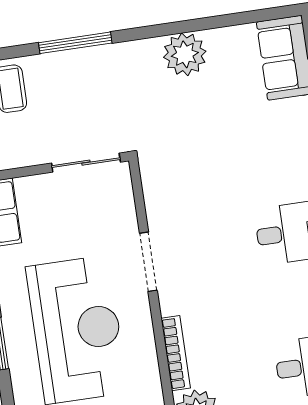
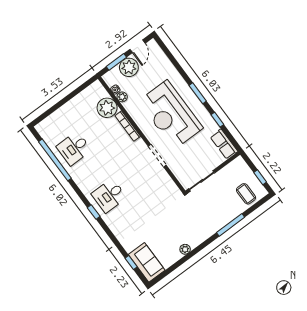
plant: (185, 54) -> (185, 249), width x0.53, depth x0.53

